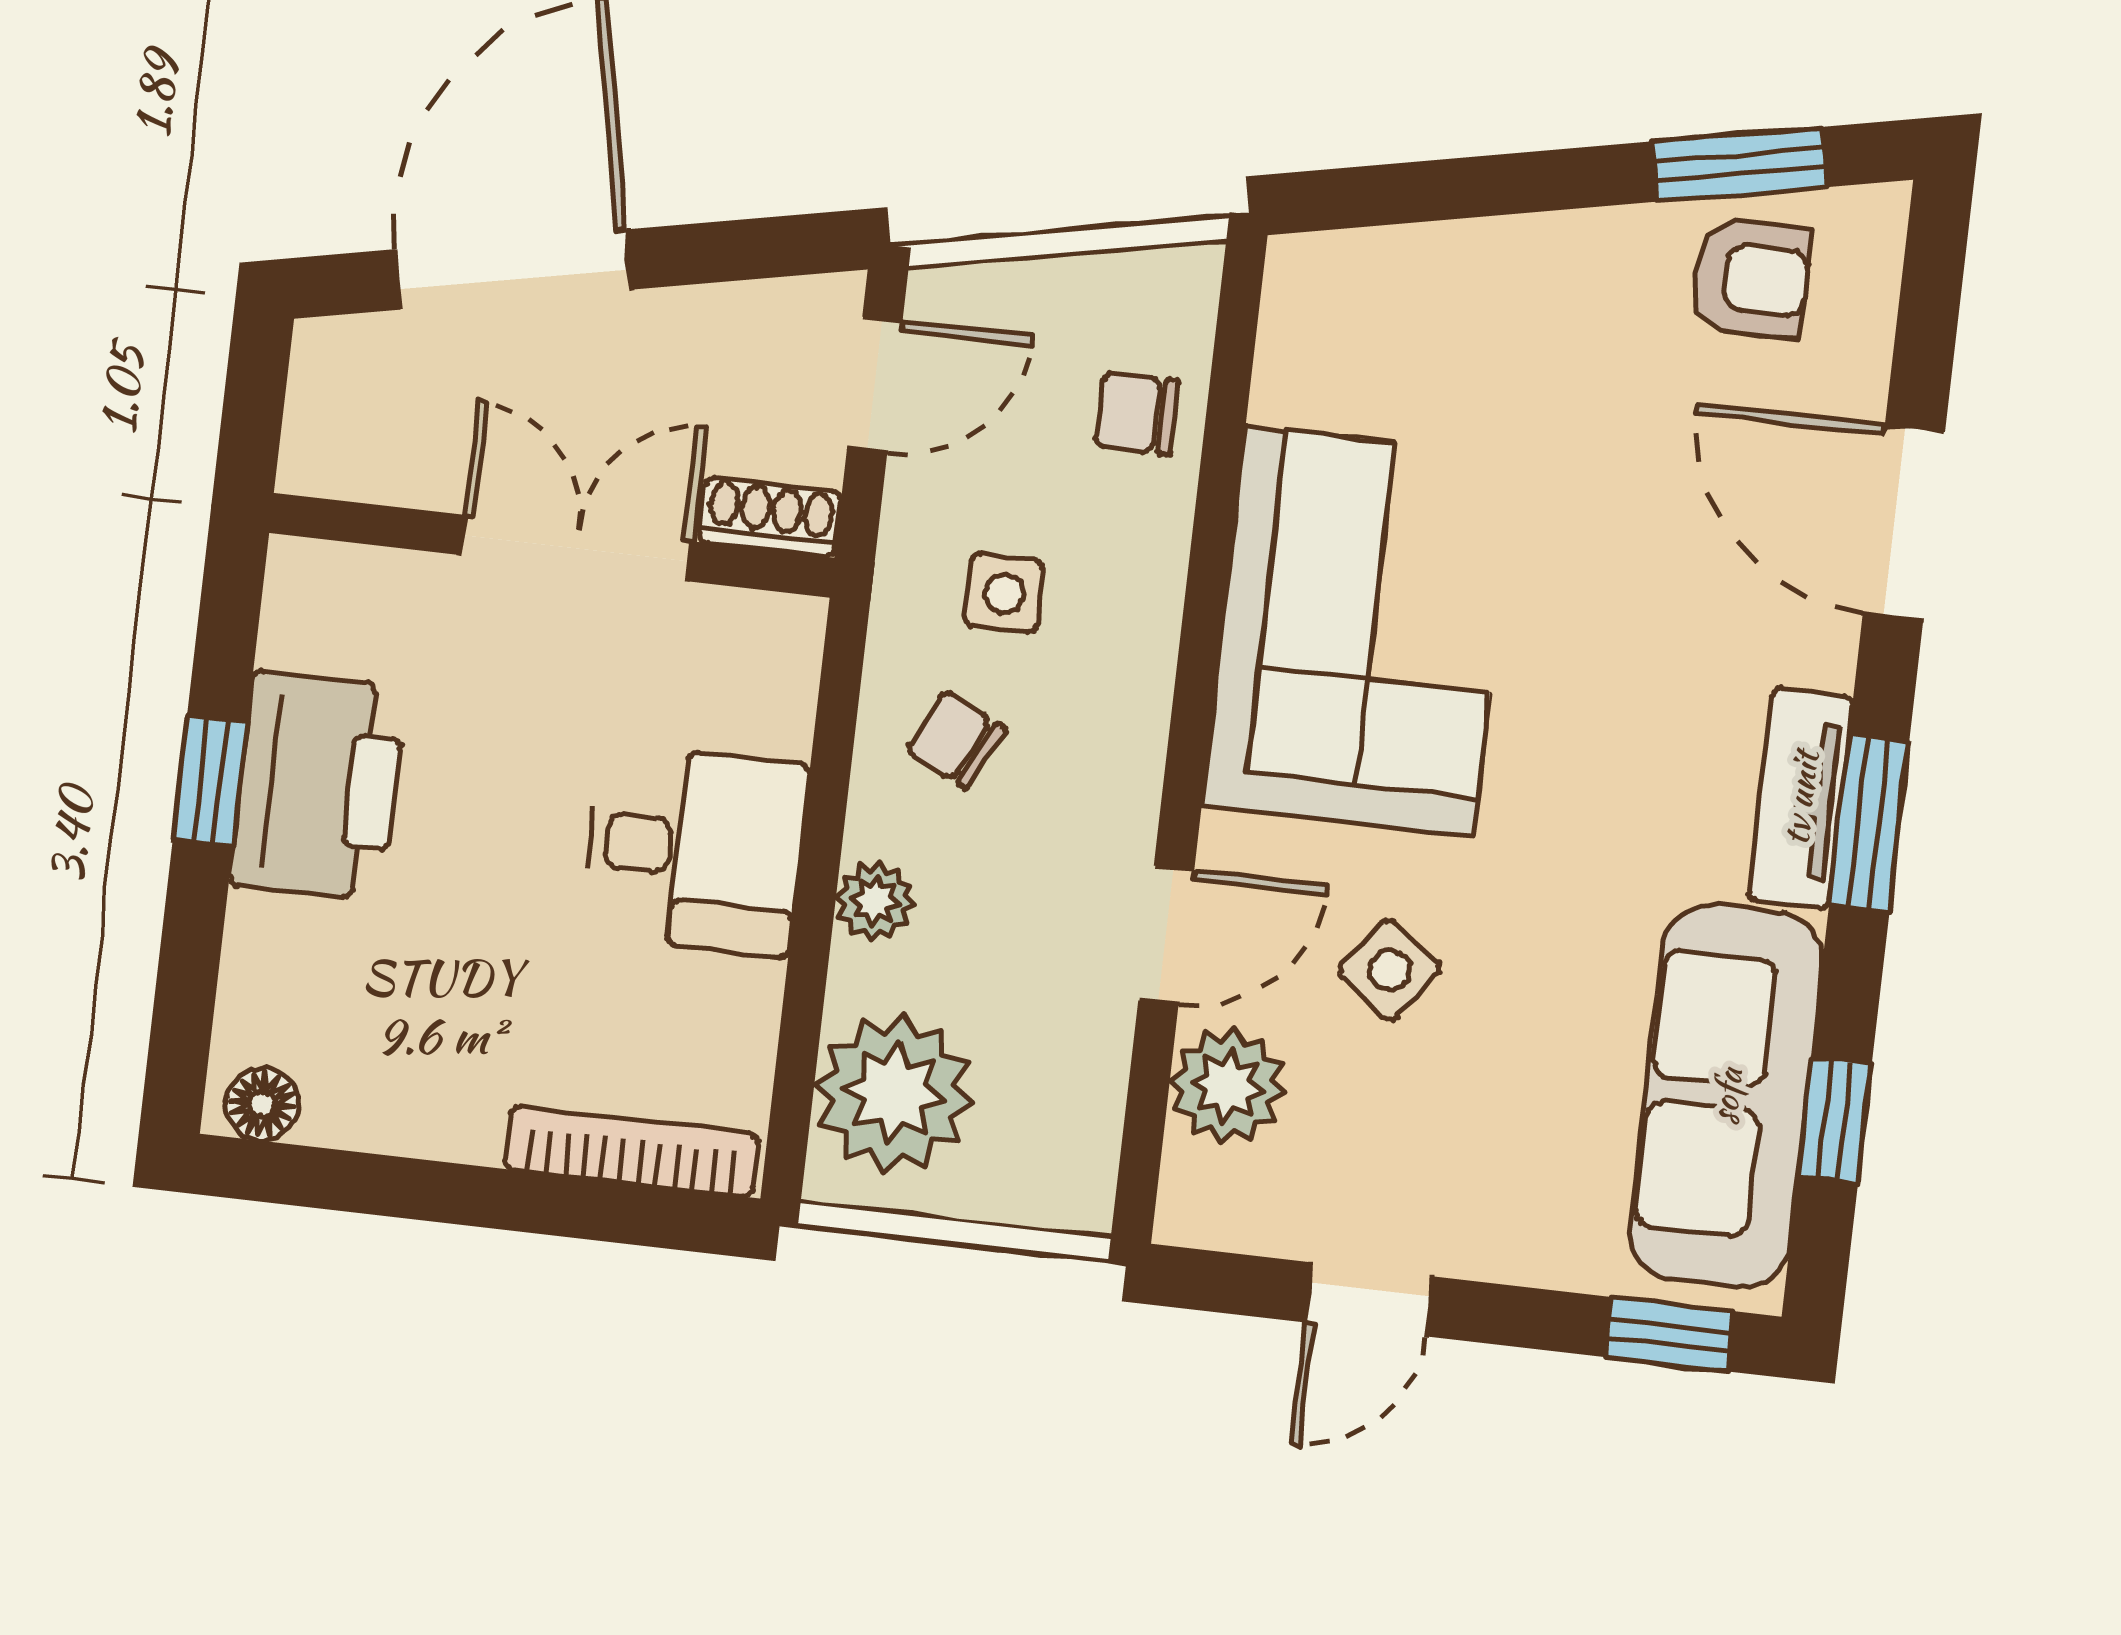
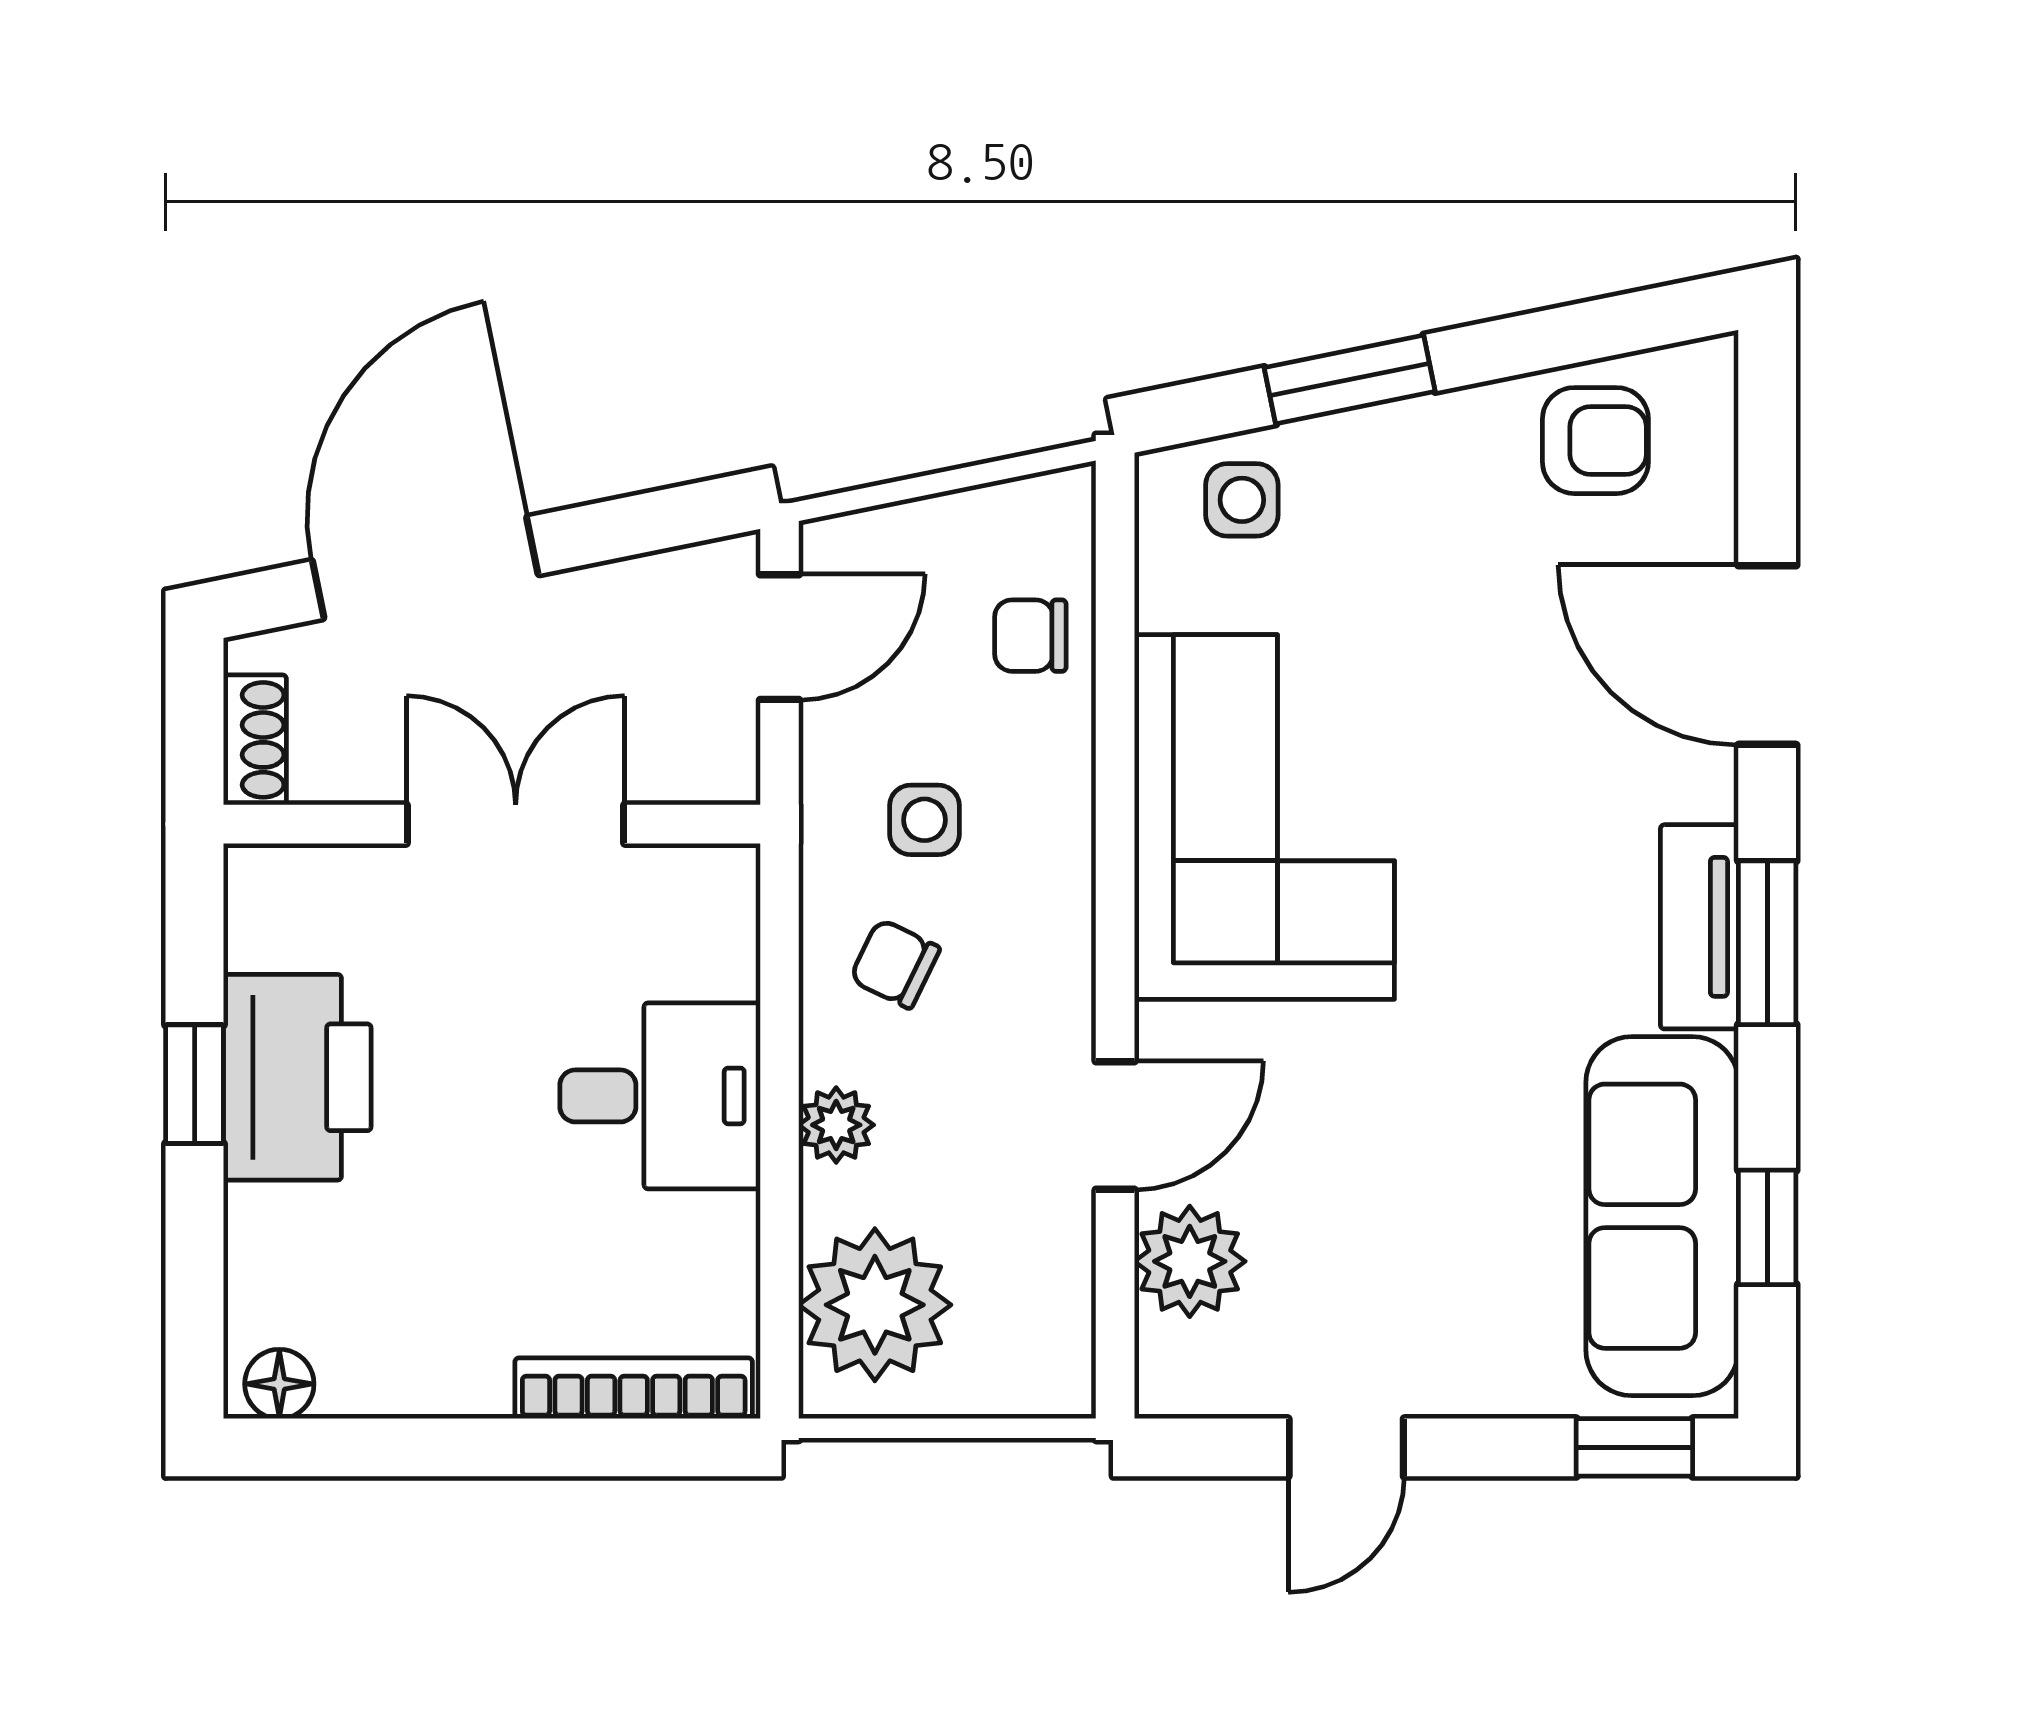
window: (1739, 164) -> (1350, 379), moved
shoe rack: (770, 517) -> (255, 740), moved, turned 90
side table: (1390, 970) -> (1242, 500), moved, turned -37

